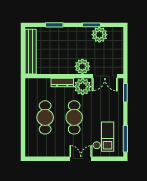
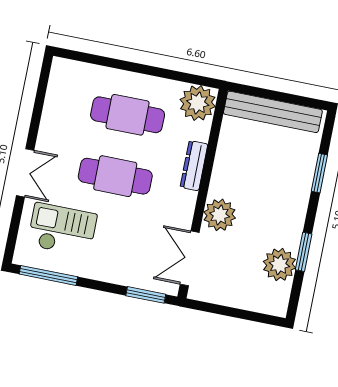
plant: (83, 87) -> (198, 103), moved
checkout: (103, 137) -> (62, 230), turned 180

